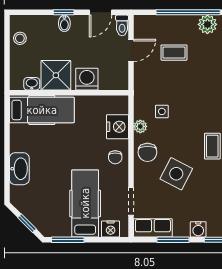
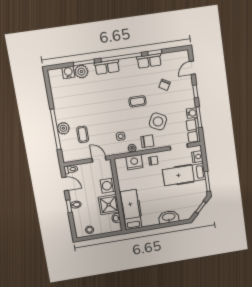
plant: (207, 24) -> (63, 128), moved
door: (131, 50) -> (99, 159), moved
water cooler: (198, 229) -> (192, 113), moved

